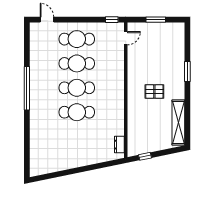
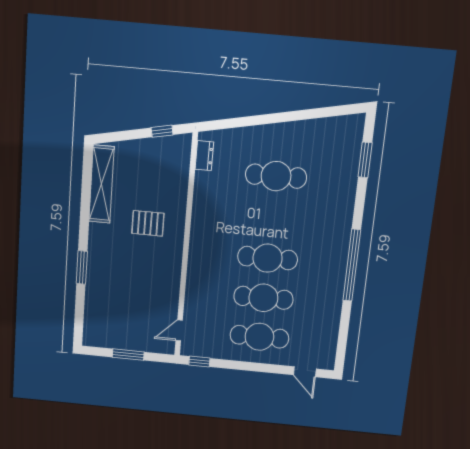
pallet: (154, 91) -> (148, 223), moved
cafe table: (77, 112) -> (276, 176), moved
window: (27, 150) -> (365, 160), added

